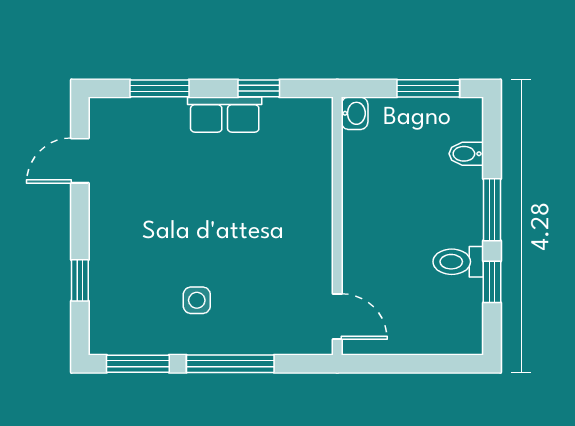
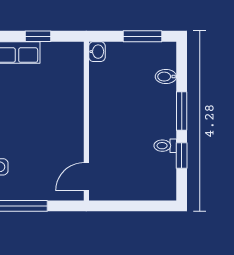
toilet: (458, 262) -> (165, 146), width x0.73, depth x0.72
door: (337, 316) -> (86, 177), swing flipped

